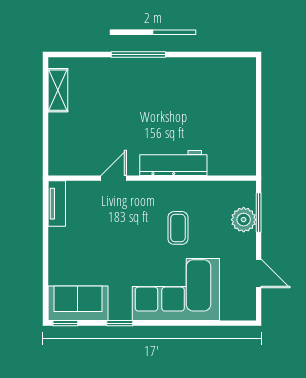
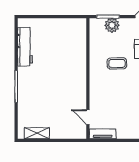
workbench: (173, 163) -> (25, 47), moved, turned 180
door: (114, 178) -> (88, 117), moved

